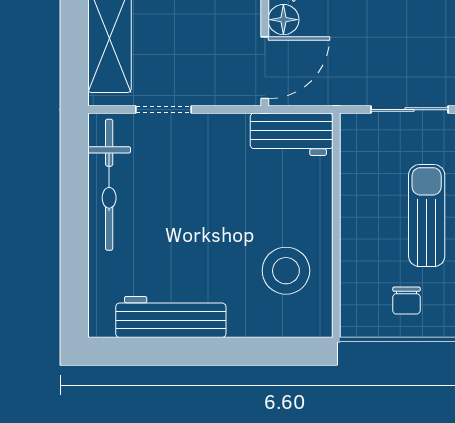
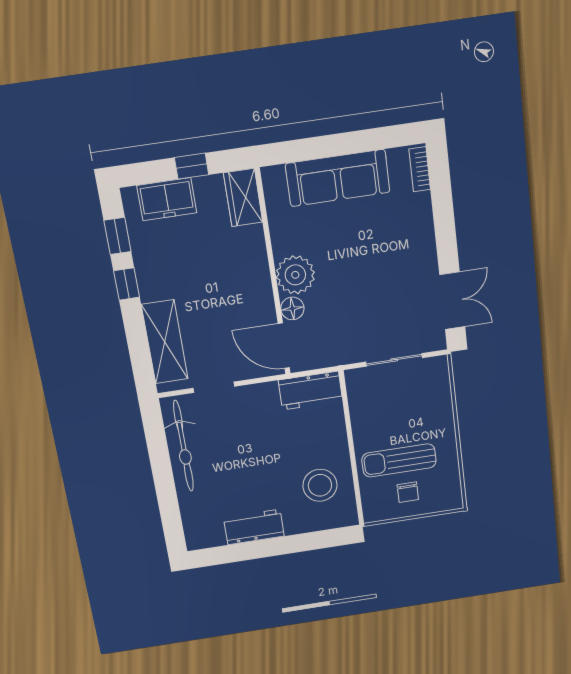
door: (265, 68) -> (284, 346), swing flipped
sun lounger: (427, 216) -> (399, 460), moved, turned -90
workbench: (171, 317) -> (254, 527), width x0.73

